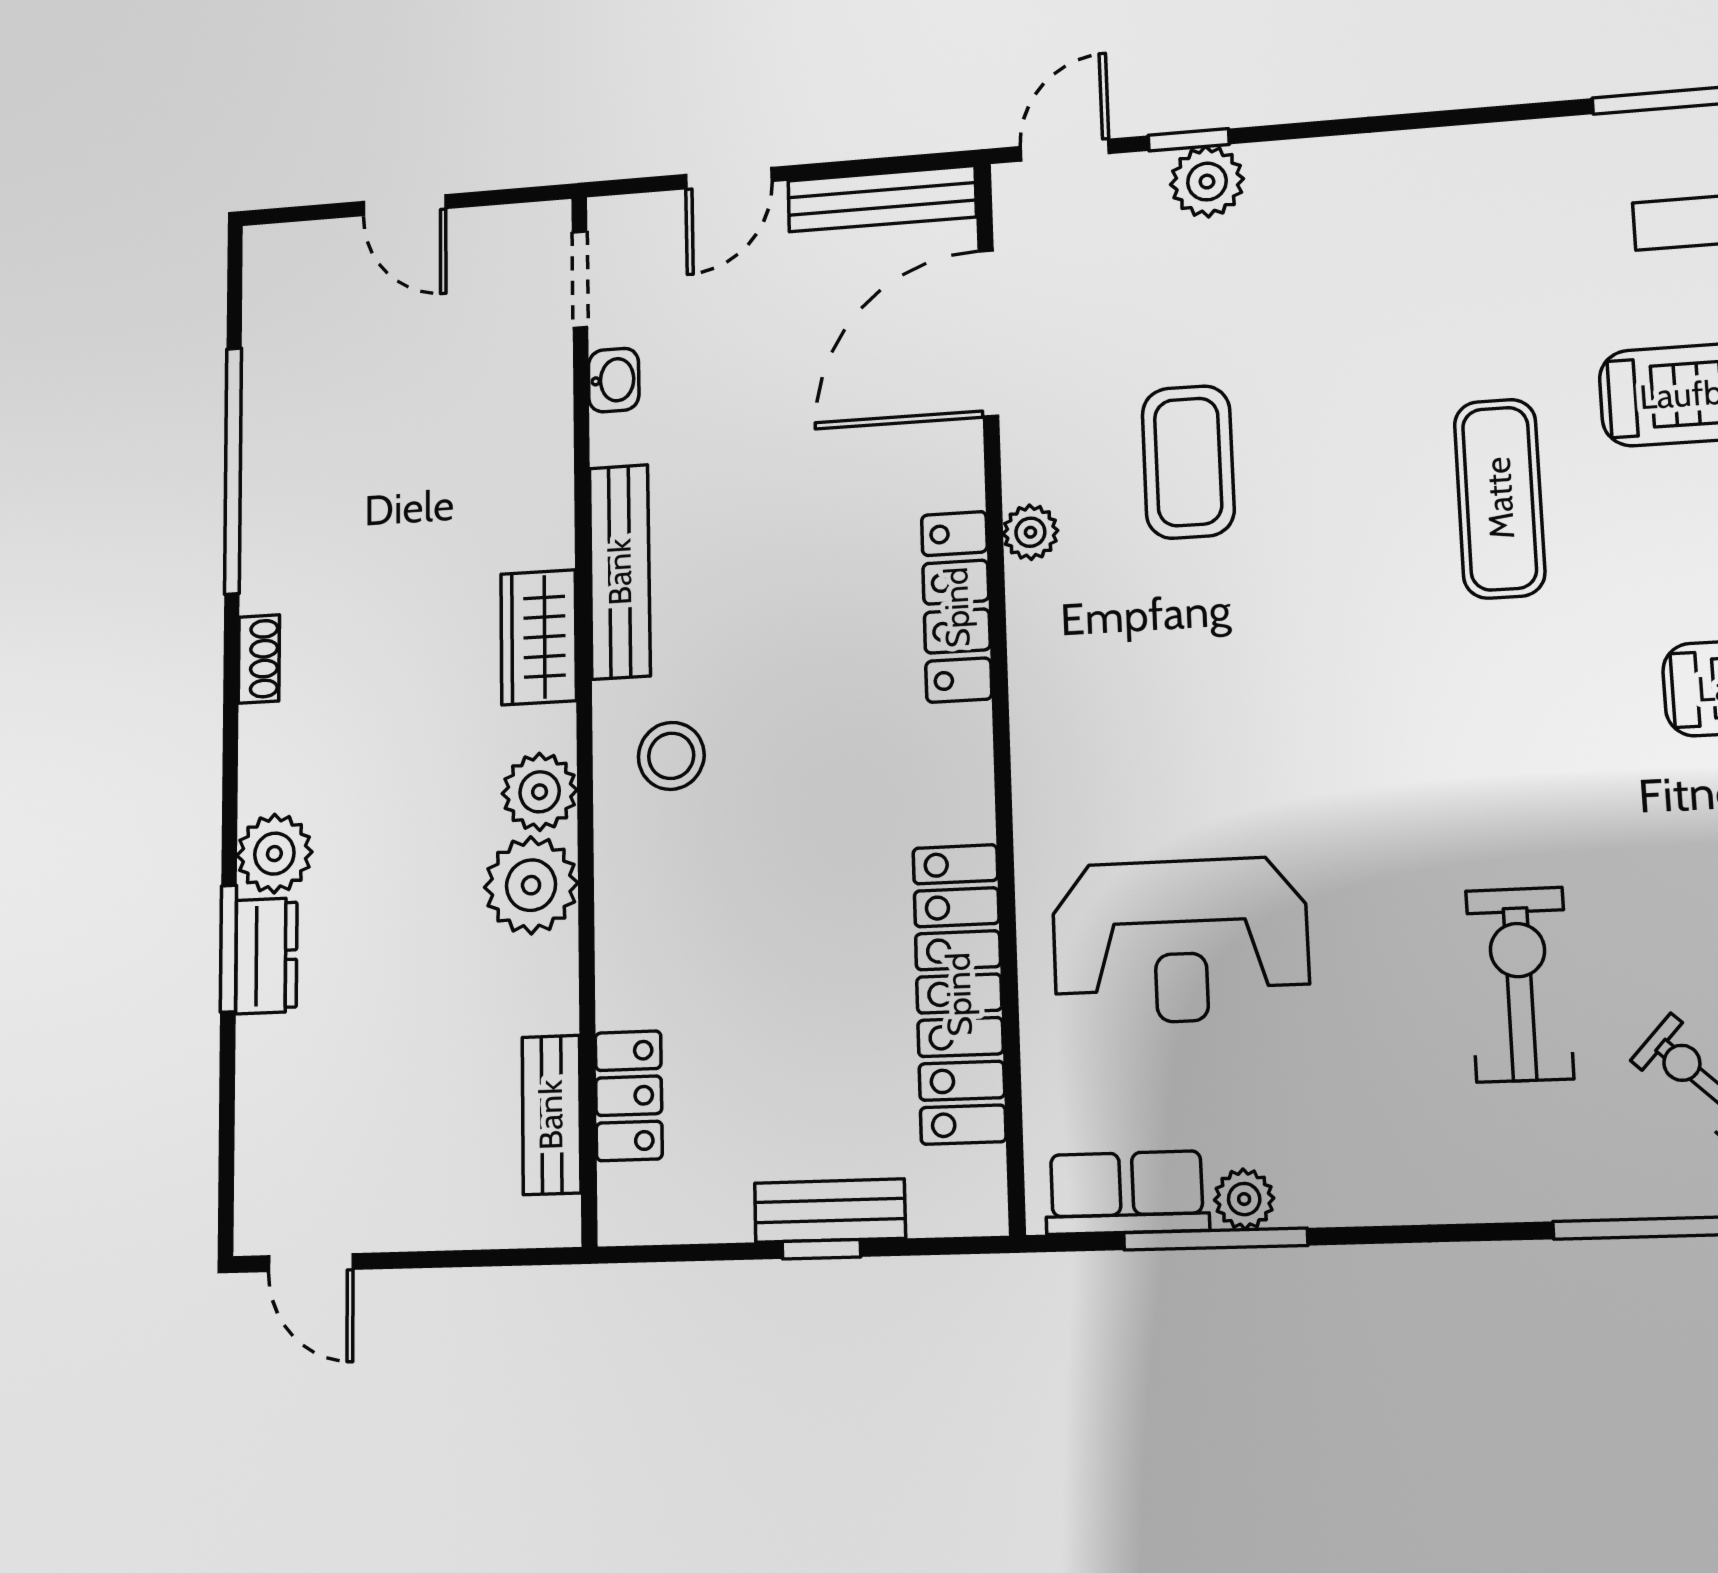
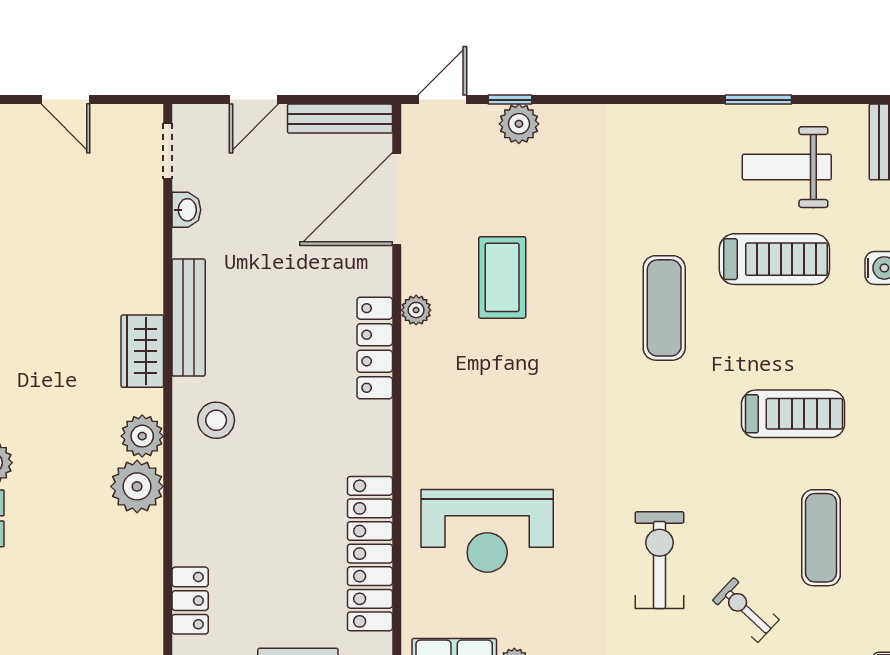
bench: (551, 1115) -> (147, 609), removed

